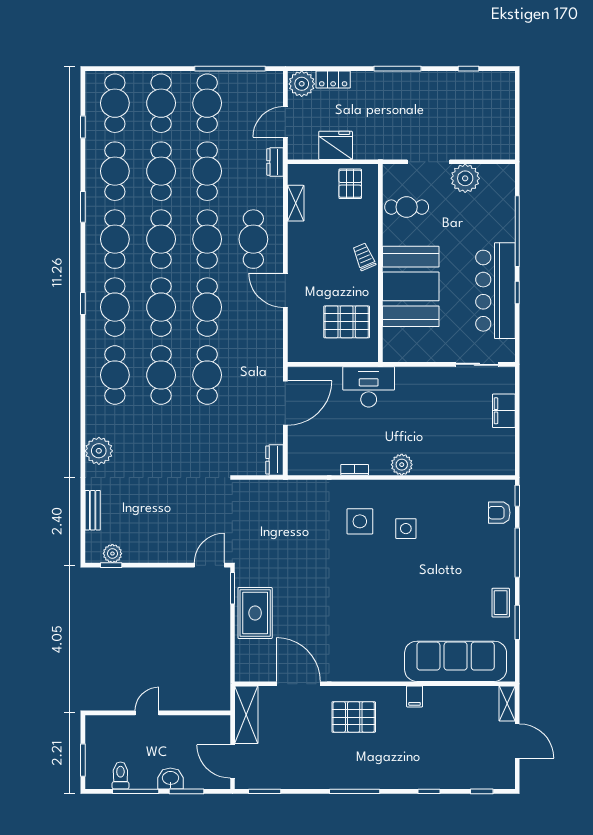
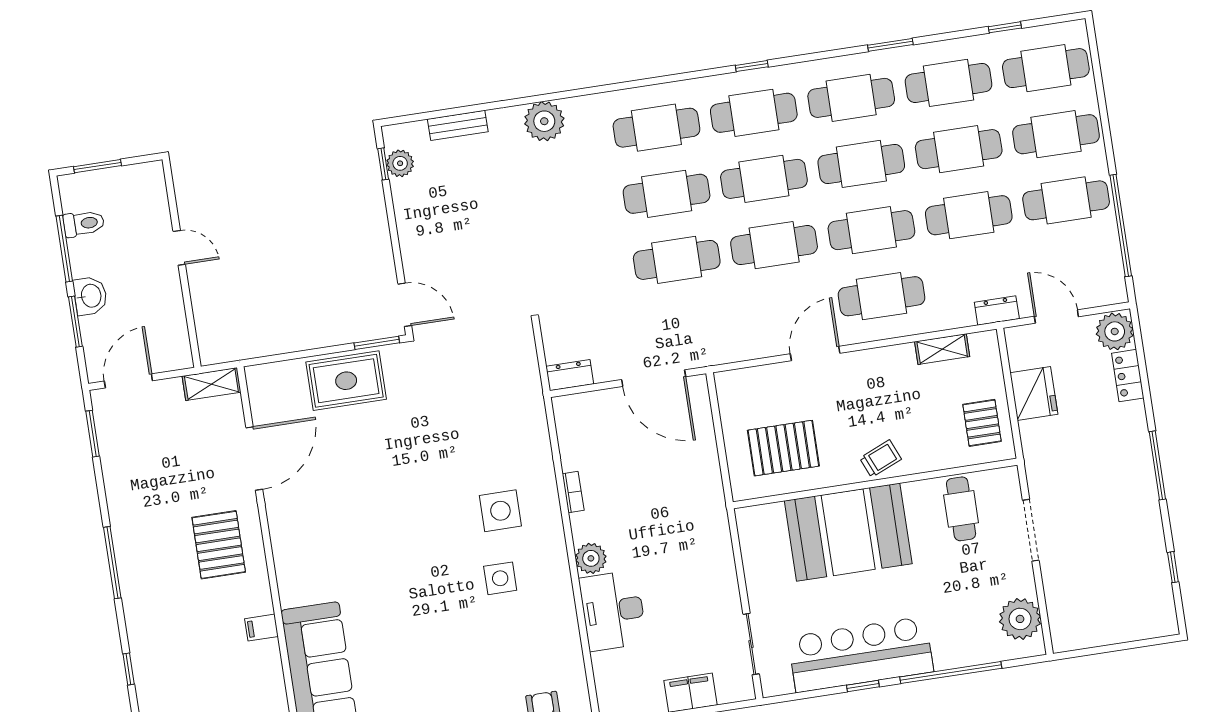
plant: (465, 178) -> (1020, 619), moved
pallet: (350, 184) -> (982, 423), turned 90
pallet: (347, 322) -> (783, 448), turned 90
desk: (369, 387) -> (613, 611), moved, turned 180
shelving: (246, 715) -> (211, 384), width x0.67, depth x0.75

